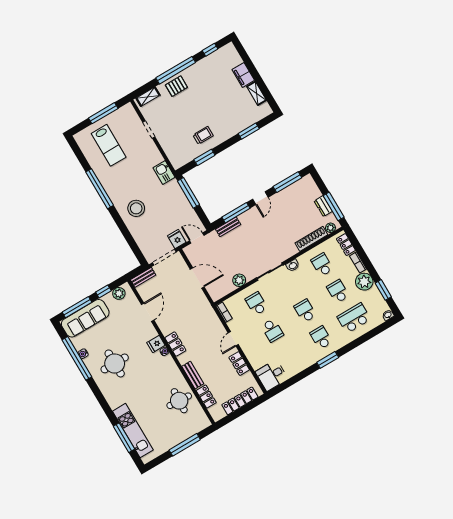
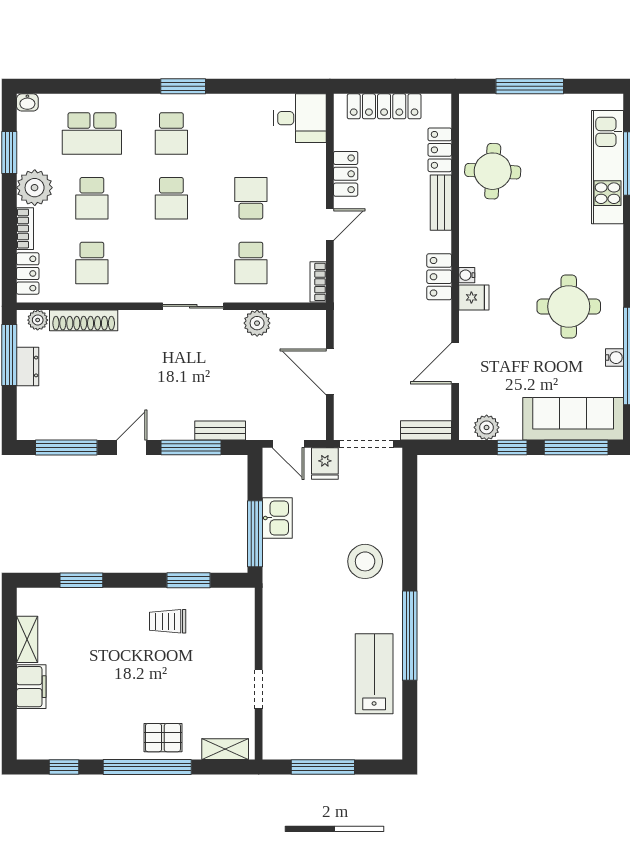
lab bench: (109, 145) -> (374, 674), moved
kitchen sink: (164, 173) -> (277, 518), moved
washbasin: (293, 265) -> (145, 293), removed

